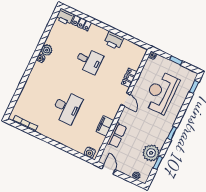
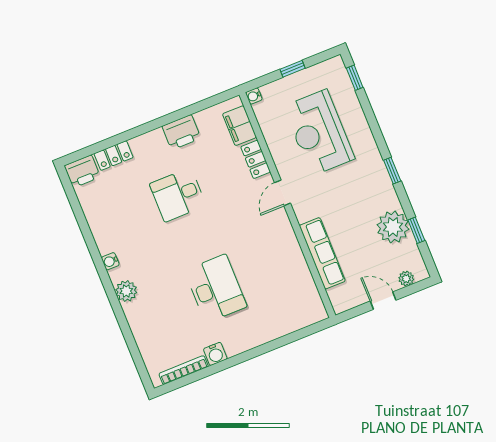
plant: (47, 50) -> (126, 291), moved
desk: (89, 61) -> (178, 195), turned 180
door: (126, 100) -> (282, 193), swing flipped
filing cabinet: (105, 126) -> (239, 126), moved
row of seats: (117, 135) -> (322, 253), width x1.48
water cooler: (90, 153) -> (215, 354), moved
door: (109, 169) -> (383, 301), moved

